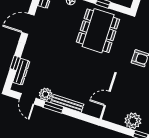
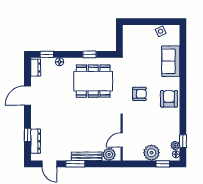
dining table: (98, 31) -> (93, 81), turned 90
plant: (46, 94) -> (109, 154), moved

